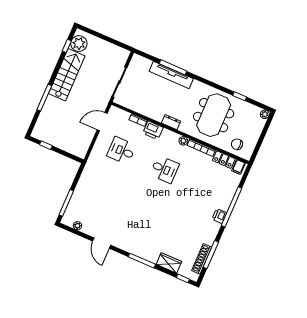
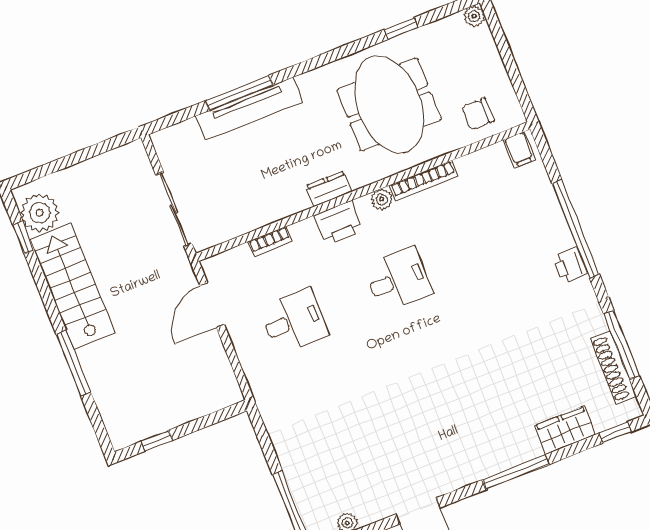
printer: (153, 130) -> (339, 223), moved
desk: (122, 151) -> (294, 321), turned 180
locker: (224, 160) -> (482, 162), removed

